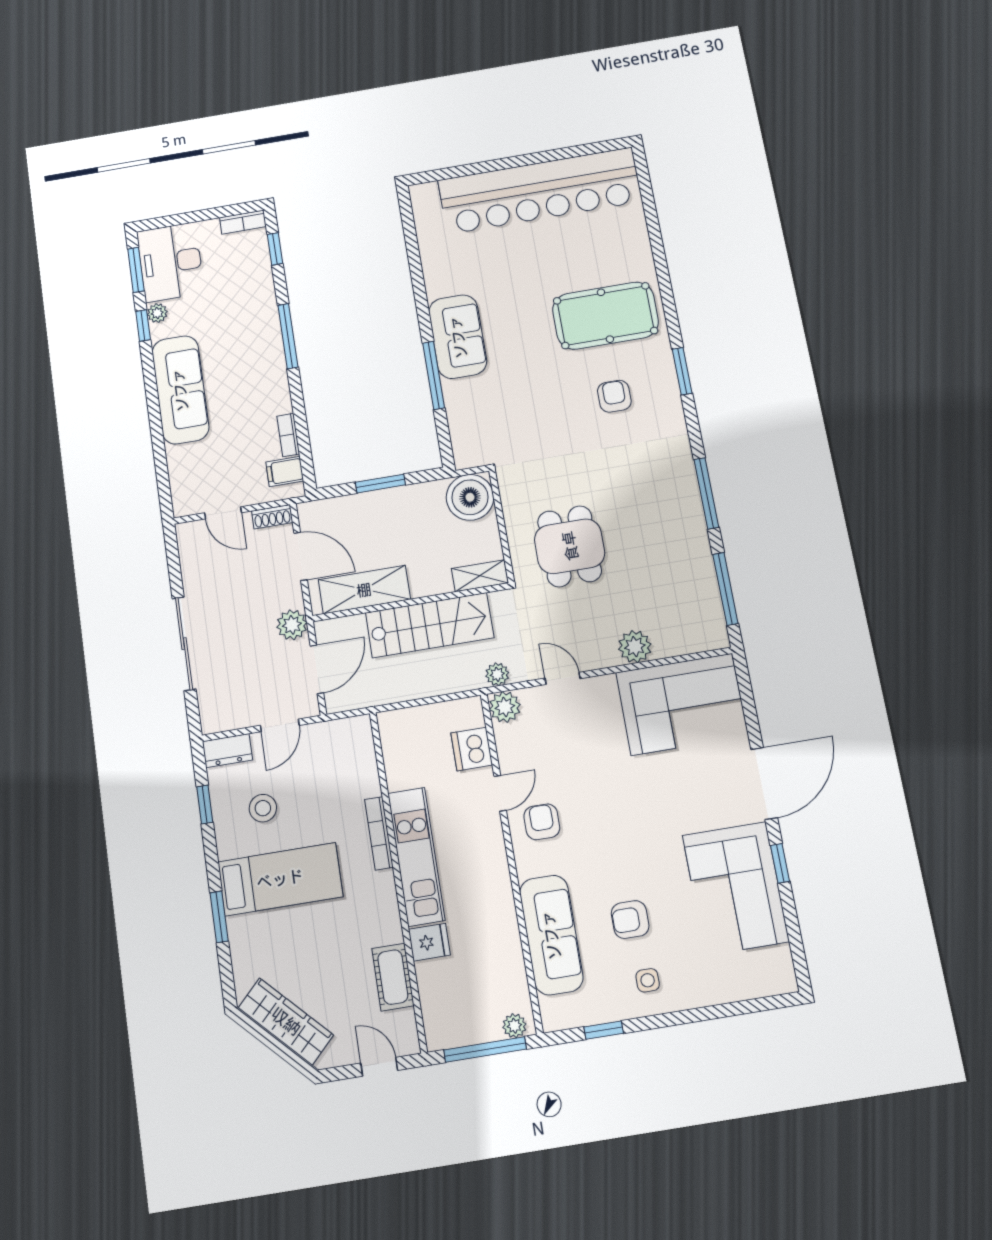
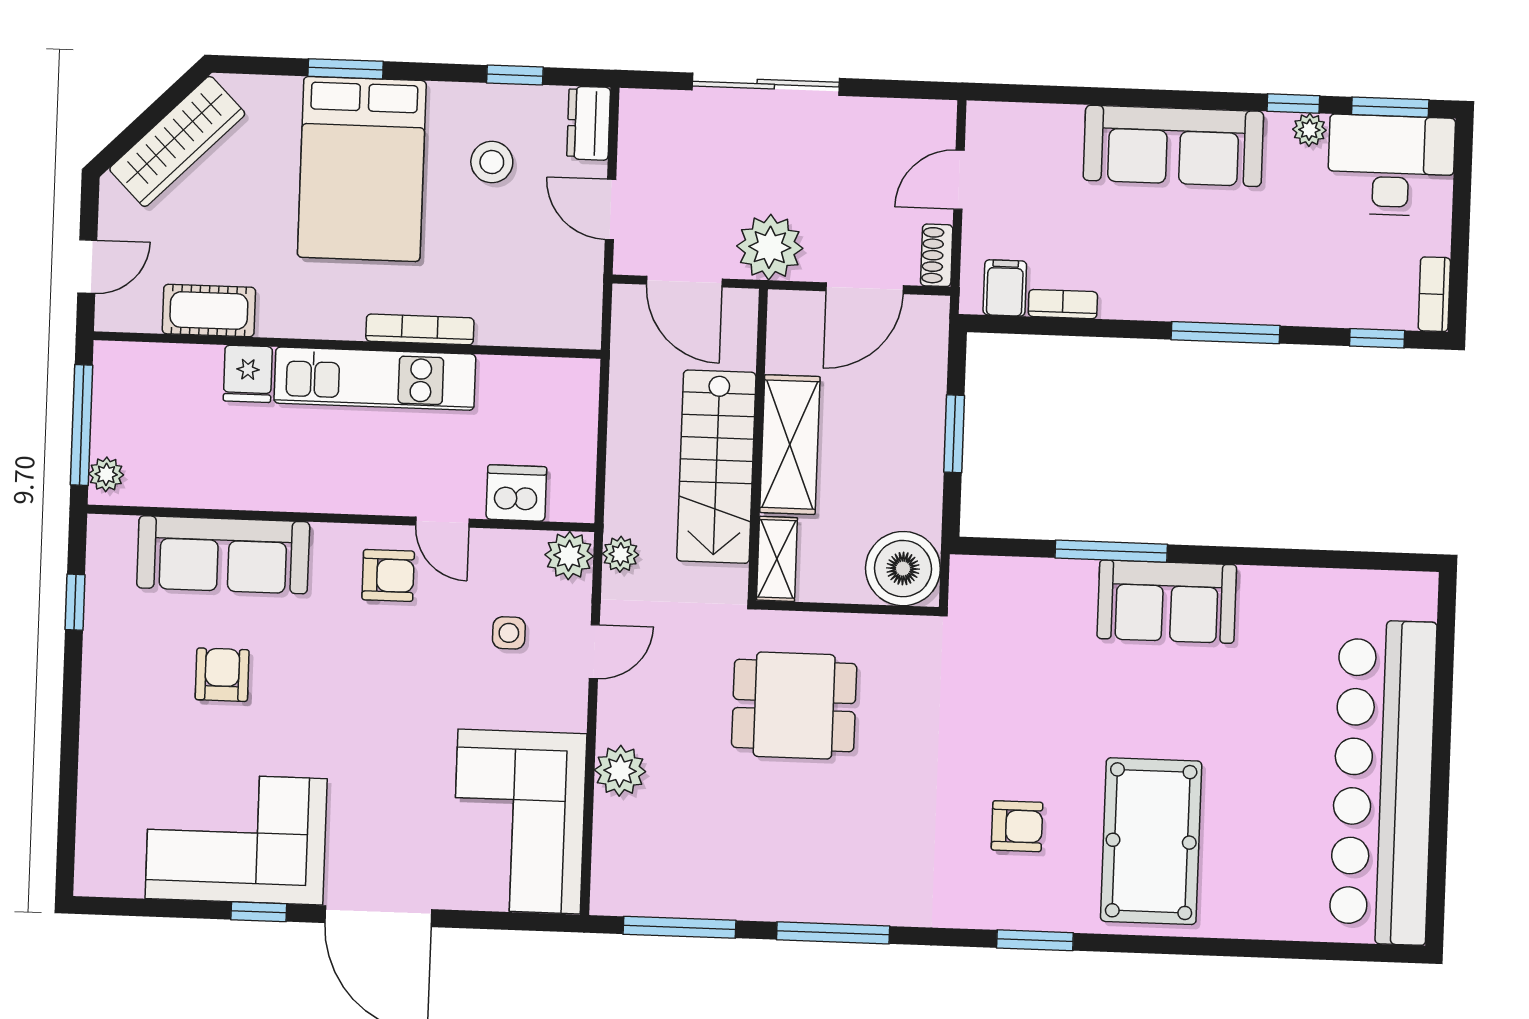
shelving: (364, 590) -> (790, 445), moved
plant: (292, 625) -> (770, 247), width x1.36, depth x1.36
bed: (280, 879) -> (362, 169), width x1.50
side table: (648, 980) -> (509, 633), moved

